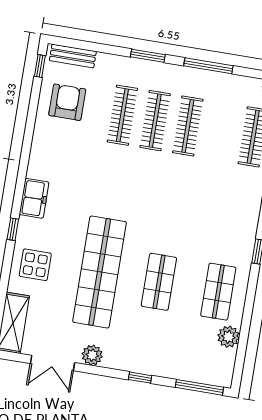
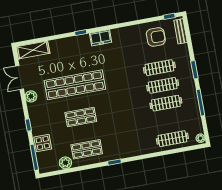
display table: (35, 265) -> (43, 143), moved

